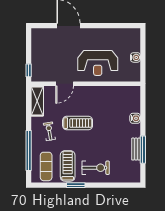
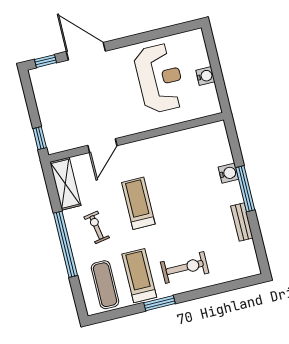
window: (43, 26) -> (46, 61), added
reception desk: (98, 63) -> (160, 78), moved, turned -90
treadmill: (78, 123) -> (138, 203), turned -90
window: (143, 150) -> (245, 189), moved
window: (29, 151) -> (66, 244), moved

